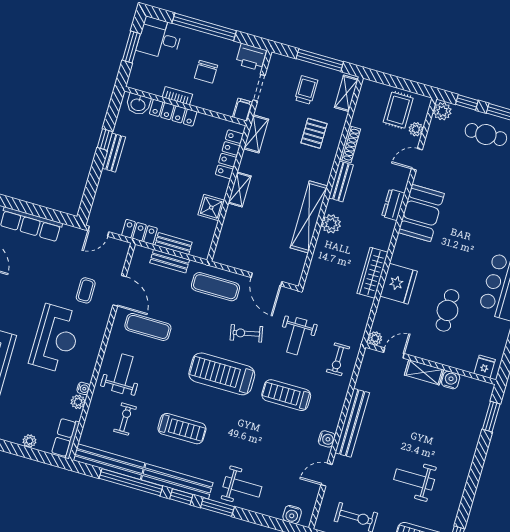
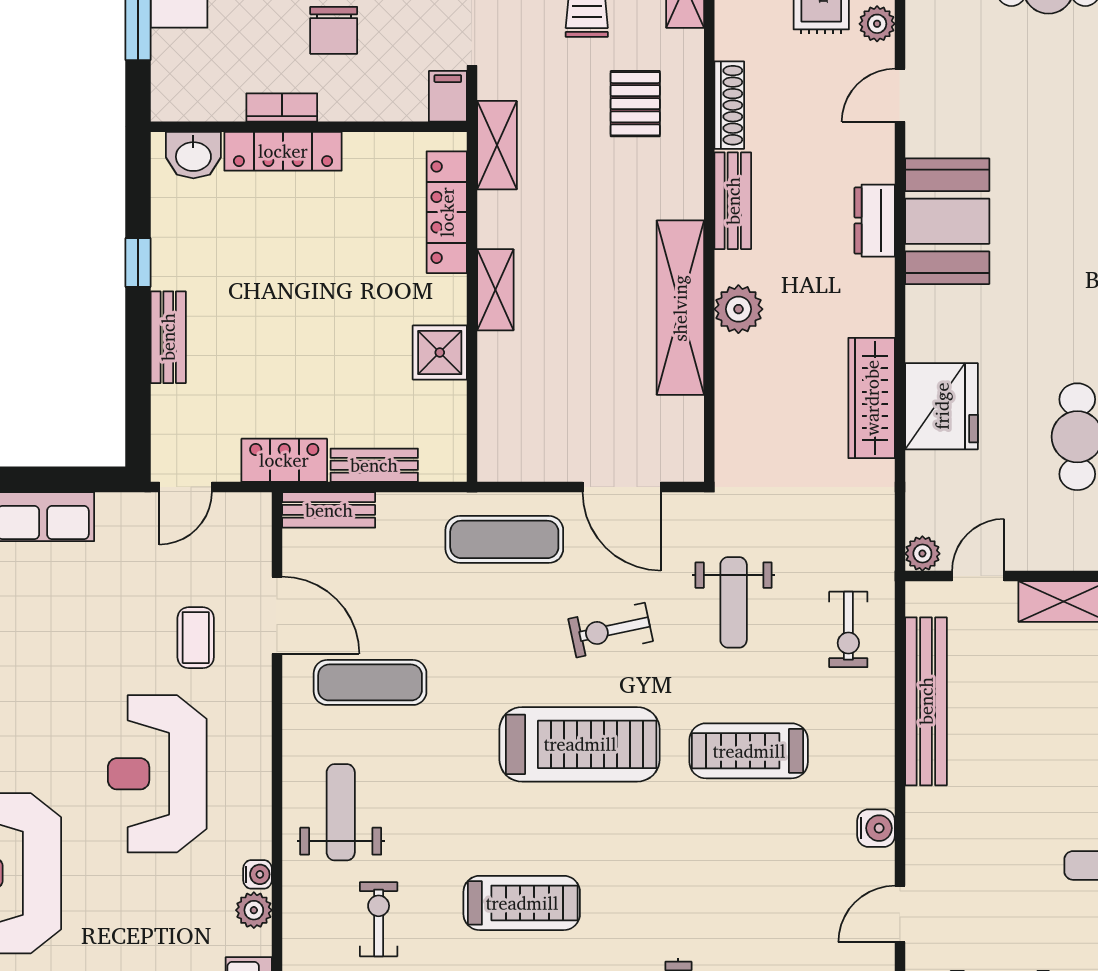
bench: (114, 153) -> (168, 337), moved
bench: (170, 261) -> (329, 510), moved
reception desk: (56, 339) -> (157, 774), turned 180
treadmill: (222, 374) -> (580, 744), turned 180
bench: (352, 423) -> (926, 701), moved

